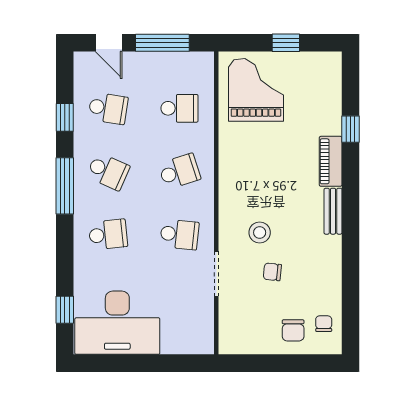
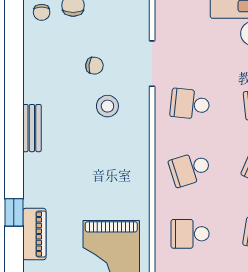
piano: (331, 161) -> (34, 234), moved

